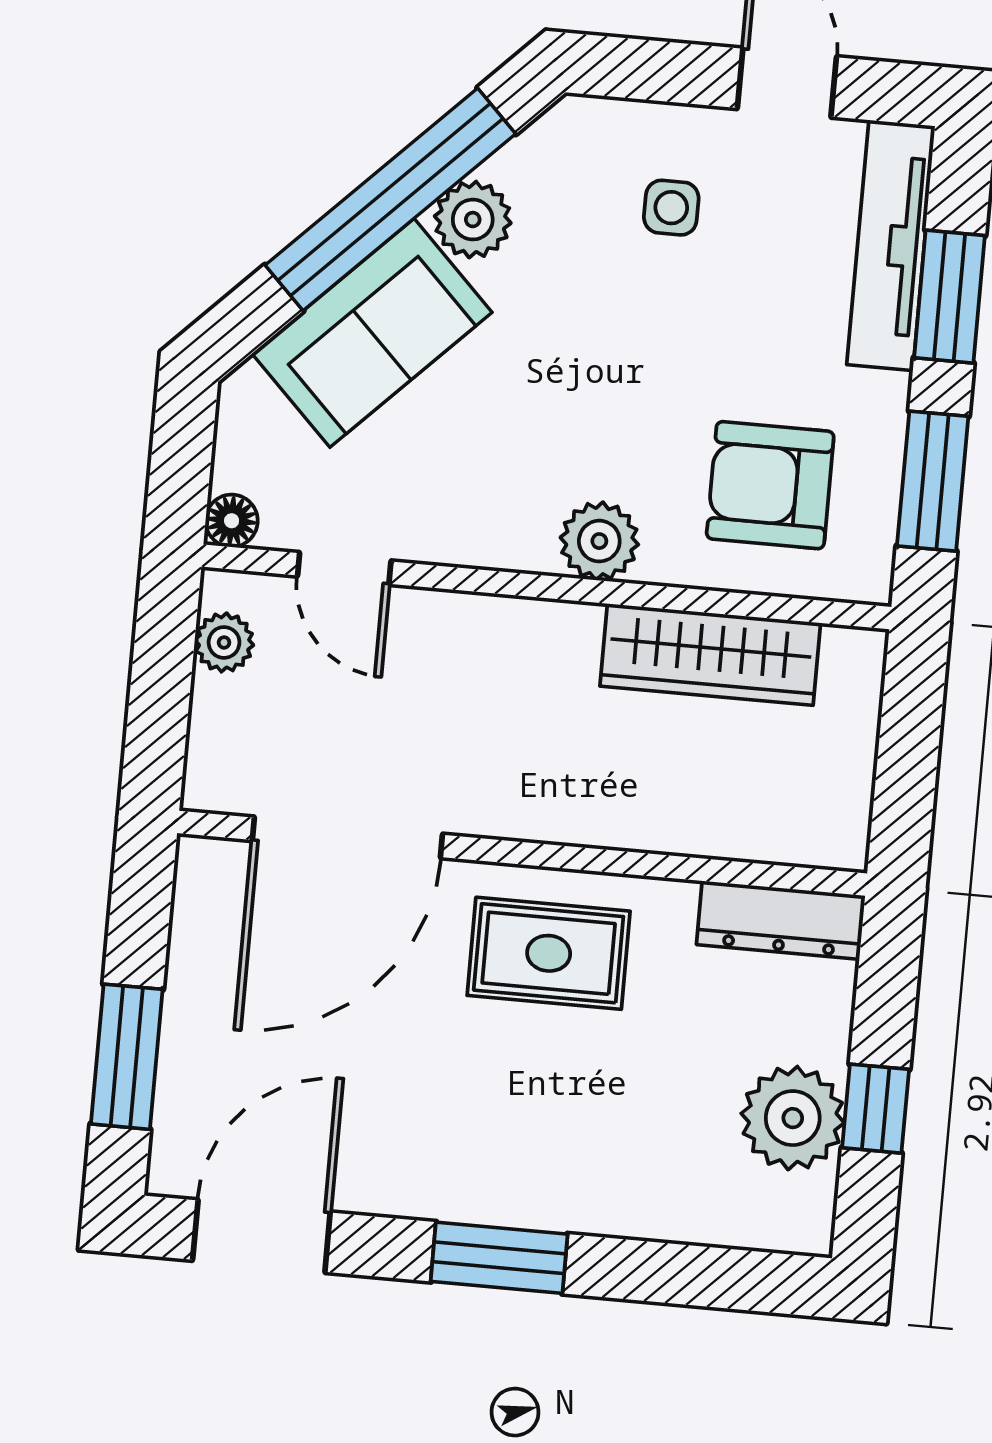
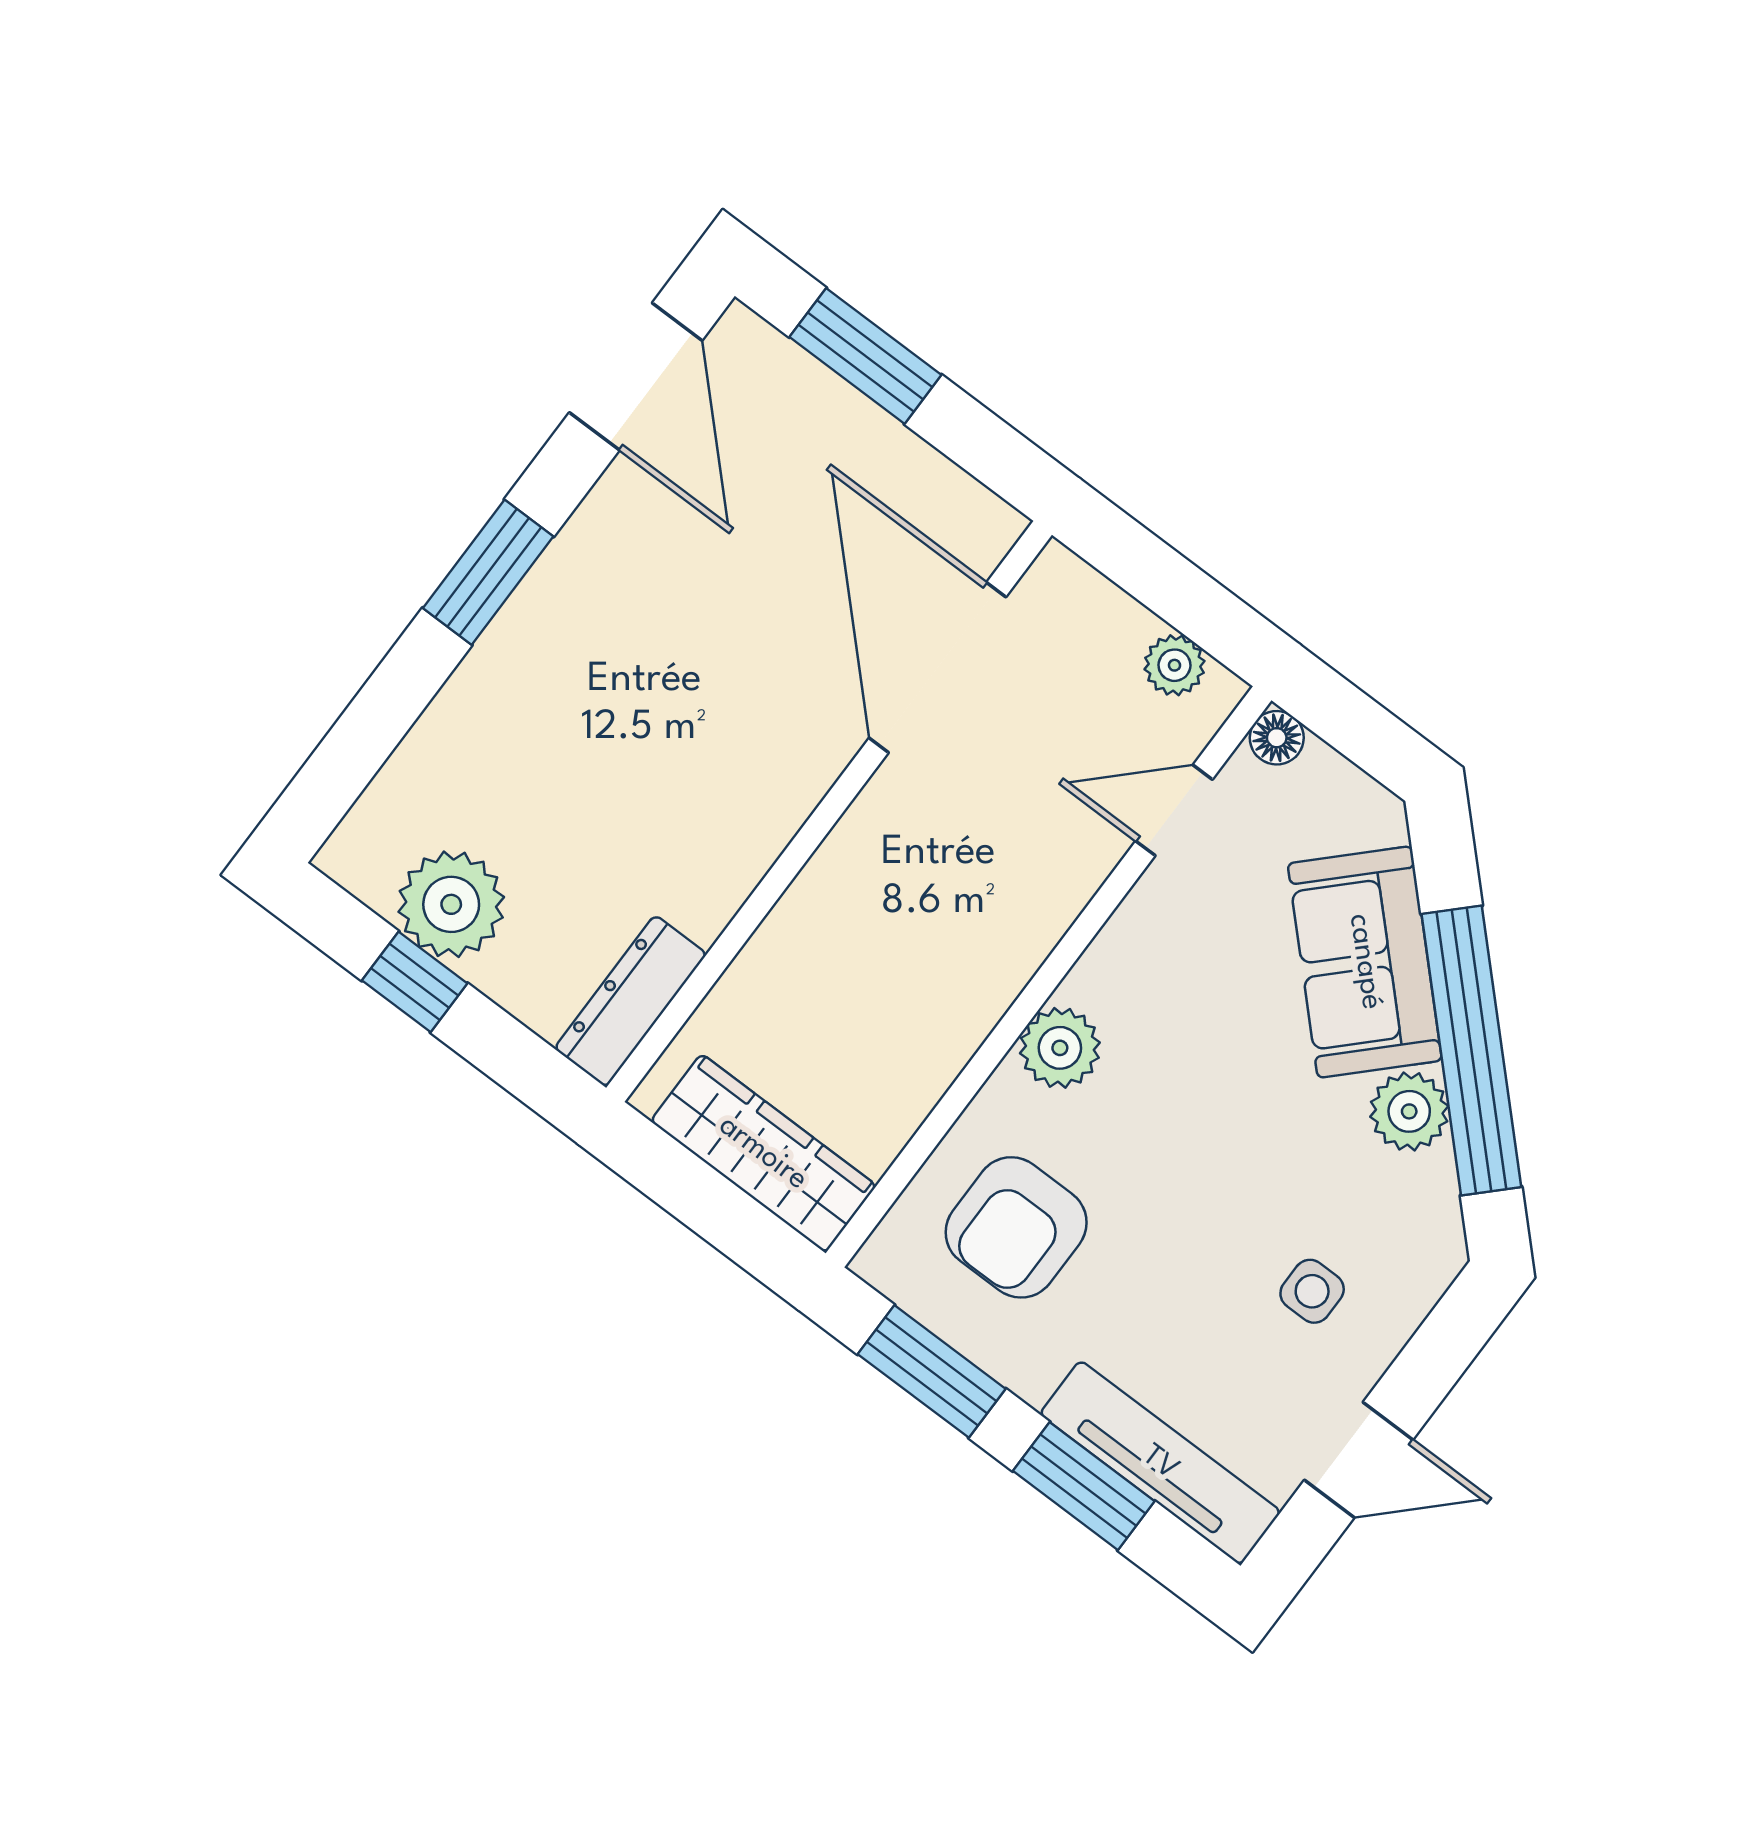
armchair: (770, 485) -> (1016, 1227), turned 180
wardrobe: (710, 655) -> (763, 1153), moved, turned 90
rug: (549, 953) -> (727, 780), removed

